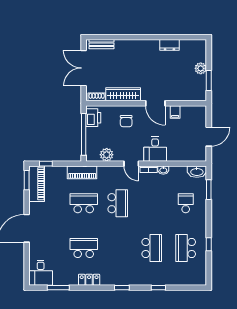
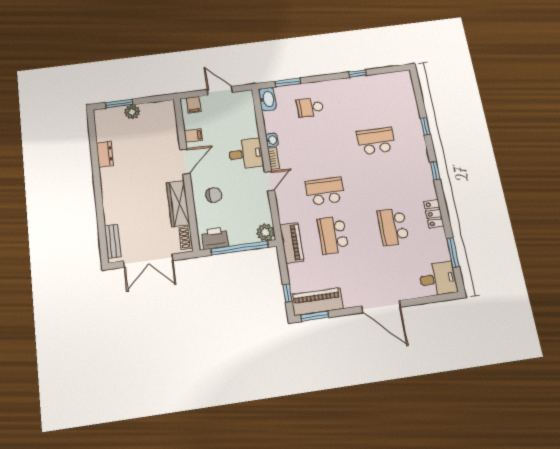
window: (209, 80) -> (119, 104), moved
filing cabinet: (200, 115) -> (194, 105), added
plant: (107, 155) -> (265, 233), moved
school desk: (186, 248) -> (368, 100), removed

